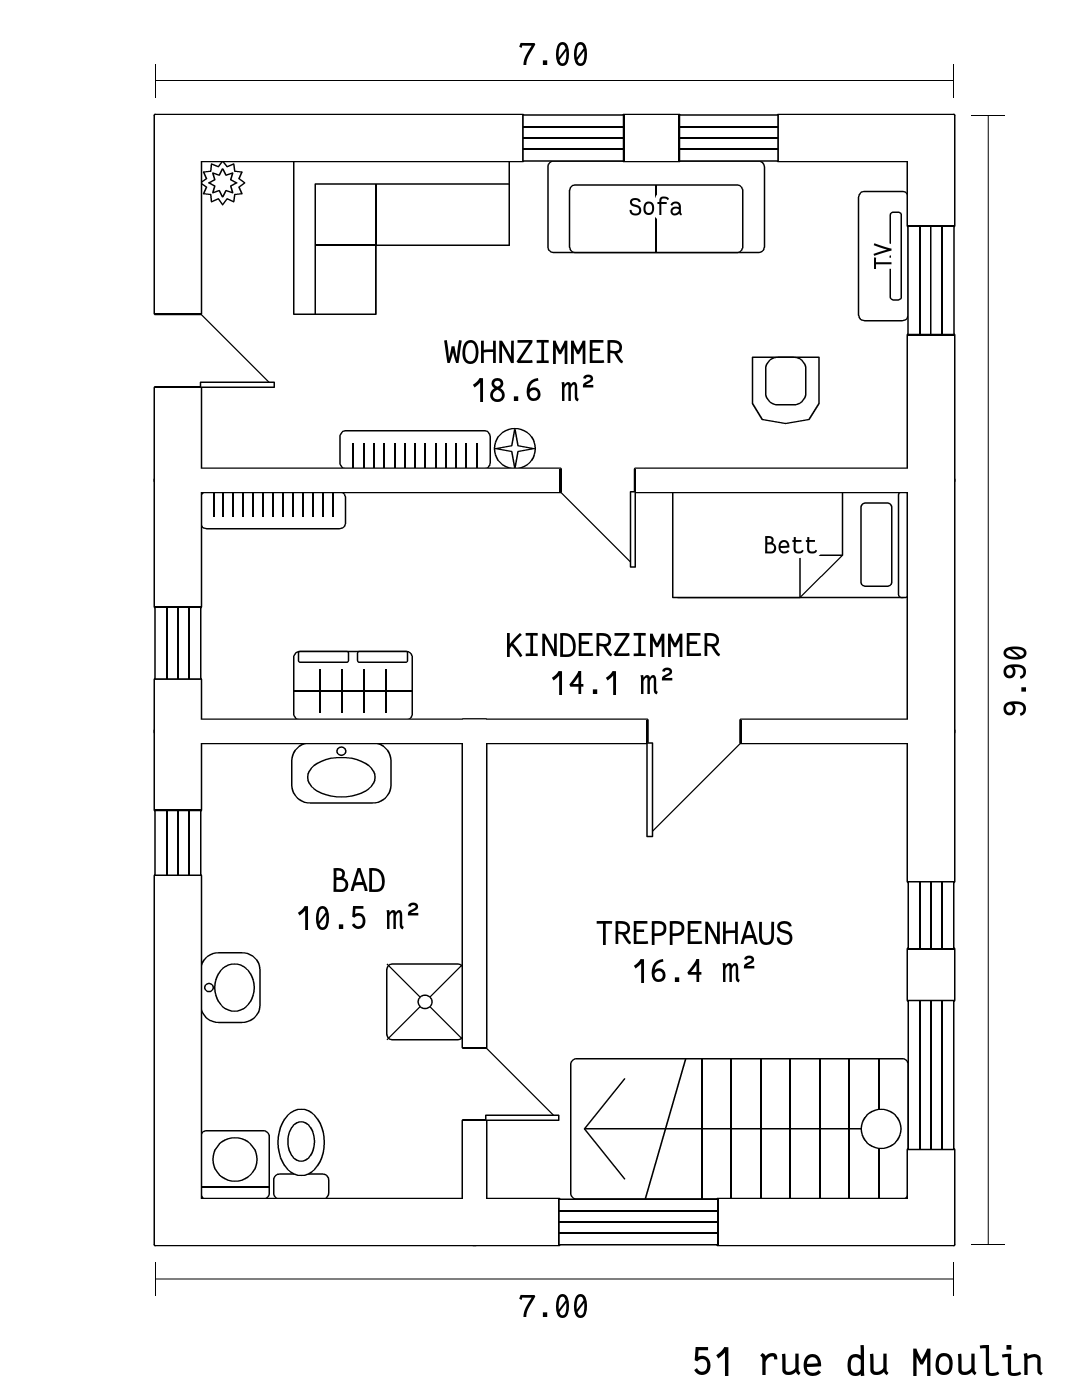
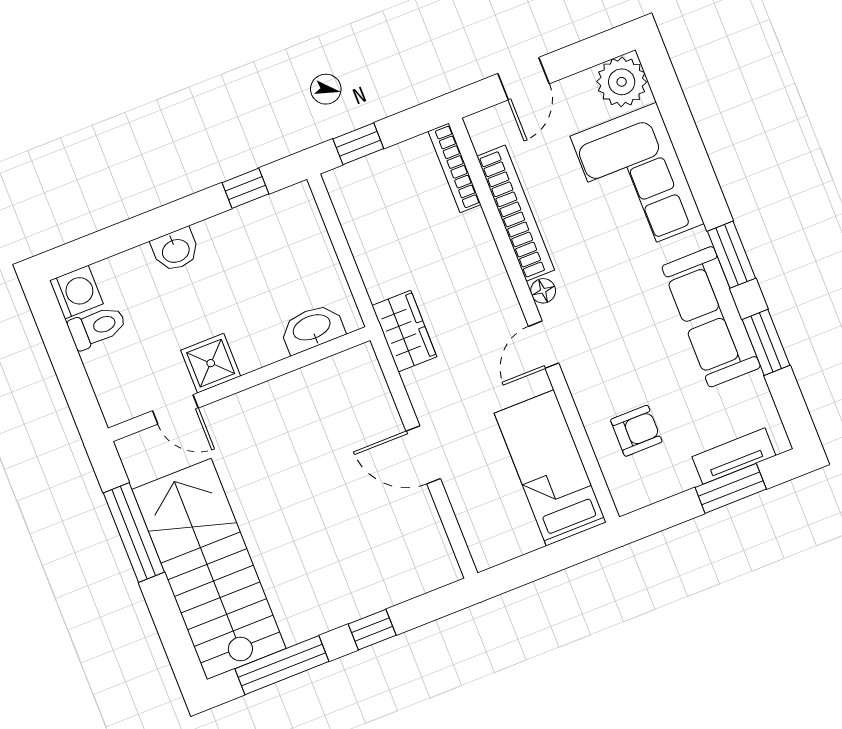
plant: (223, 183) -> (622, 82), width x1.88, depth x1.88
bookcase: (415, 450) -> (516, 213), width x1.48, depth x1.31
wardrobe: (353, 686) -> (404, 331), moved
washbasin: (341, 773) -> (312, 328), moved, turned 90
door: (475, 1084) -> (175, 409), hinge flipped

